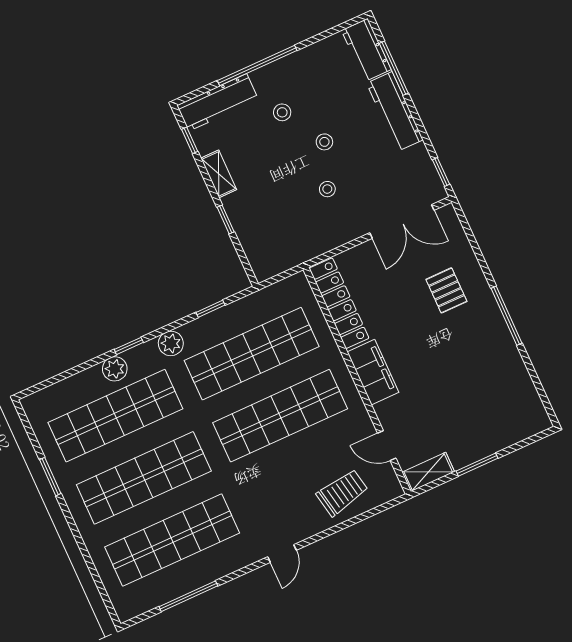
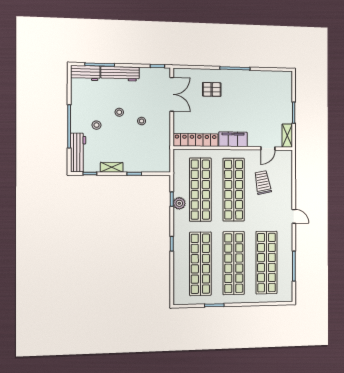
plant: (171, 343) -> (179, 203), moved
plant: (115, 369) -> (179, 255), removed
trolley: (342, 492) -> (263, 182), moved

